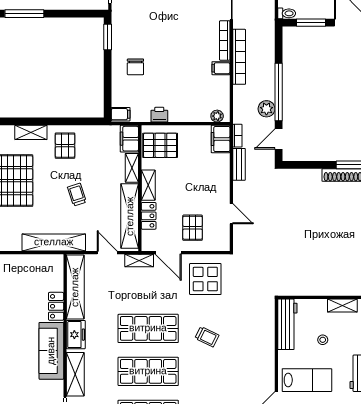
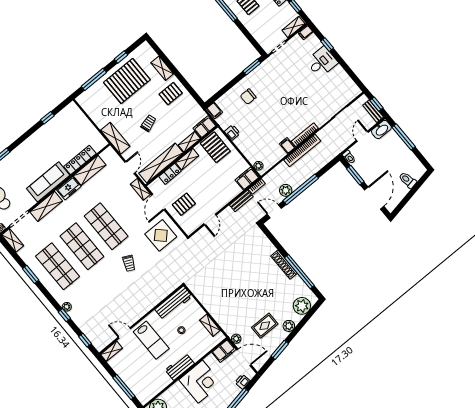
shelving: (54, 242) -> (115, 138), width x0.68
shelving: (75, 287) -> (90, 170), width x0.68
locker: (56, 306) -> (80, 160), width x1.53

